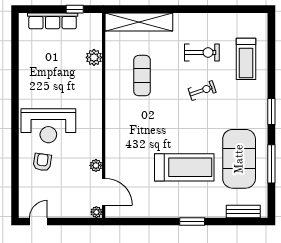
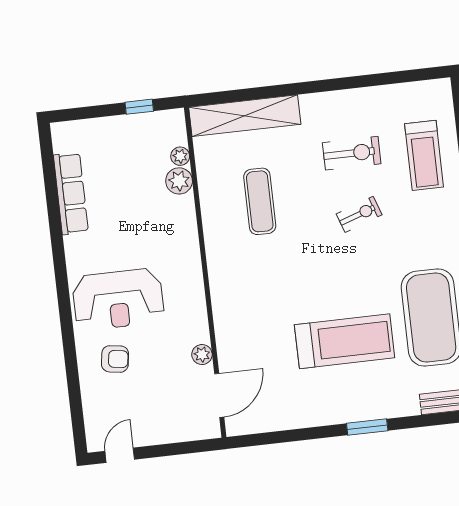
row of seats: (53, 21) -> (71, 193), moved, turned -90
armchair: (42, 162) -> (115, 359), turned 90
door: (104, 192) -> (219, 395), hinge flipped
plant: (96, 212) -> (180, 156), moved

